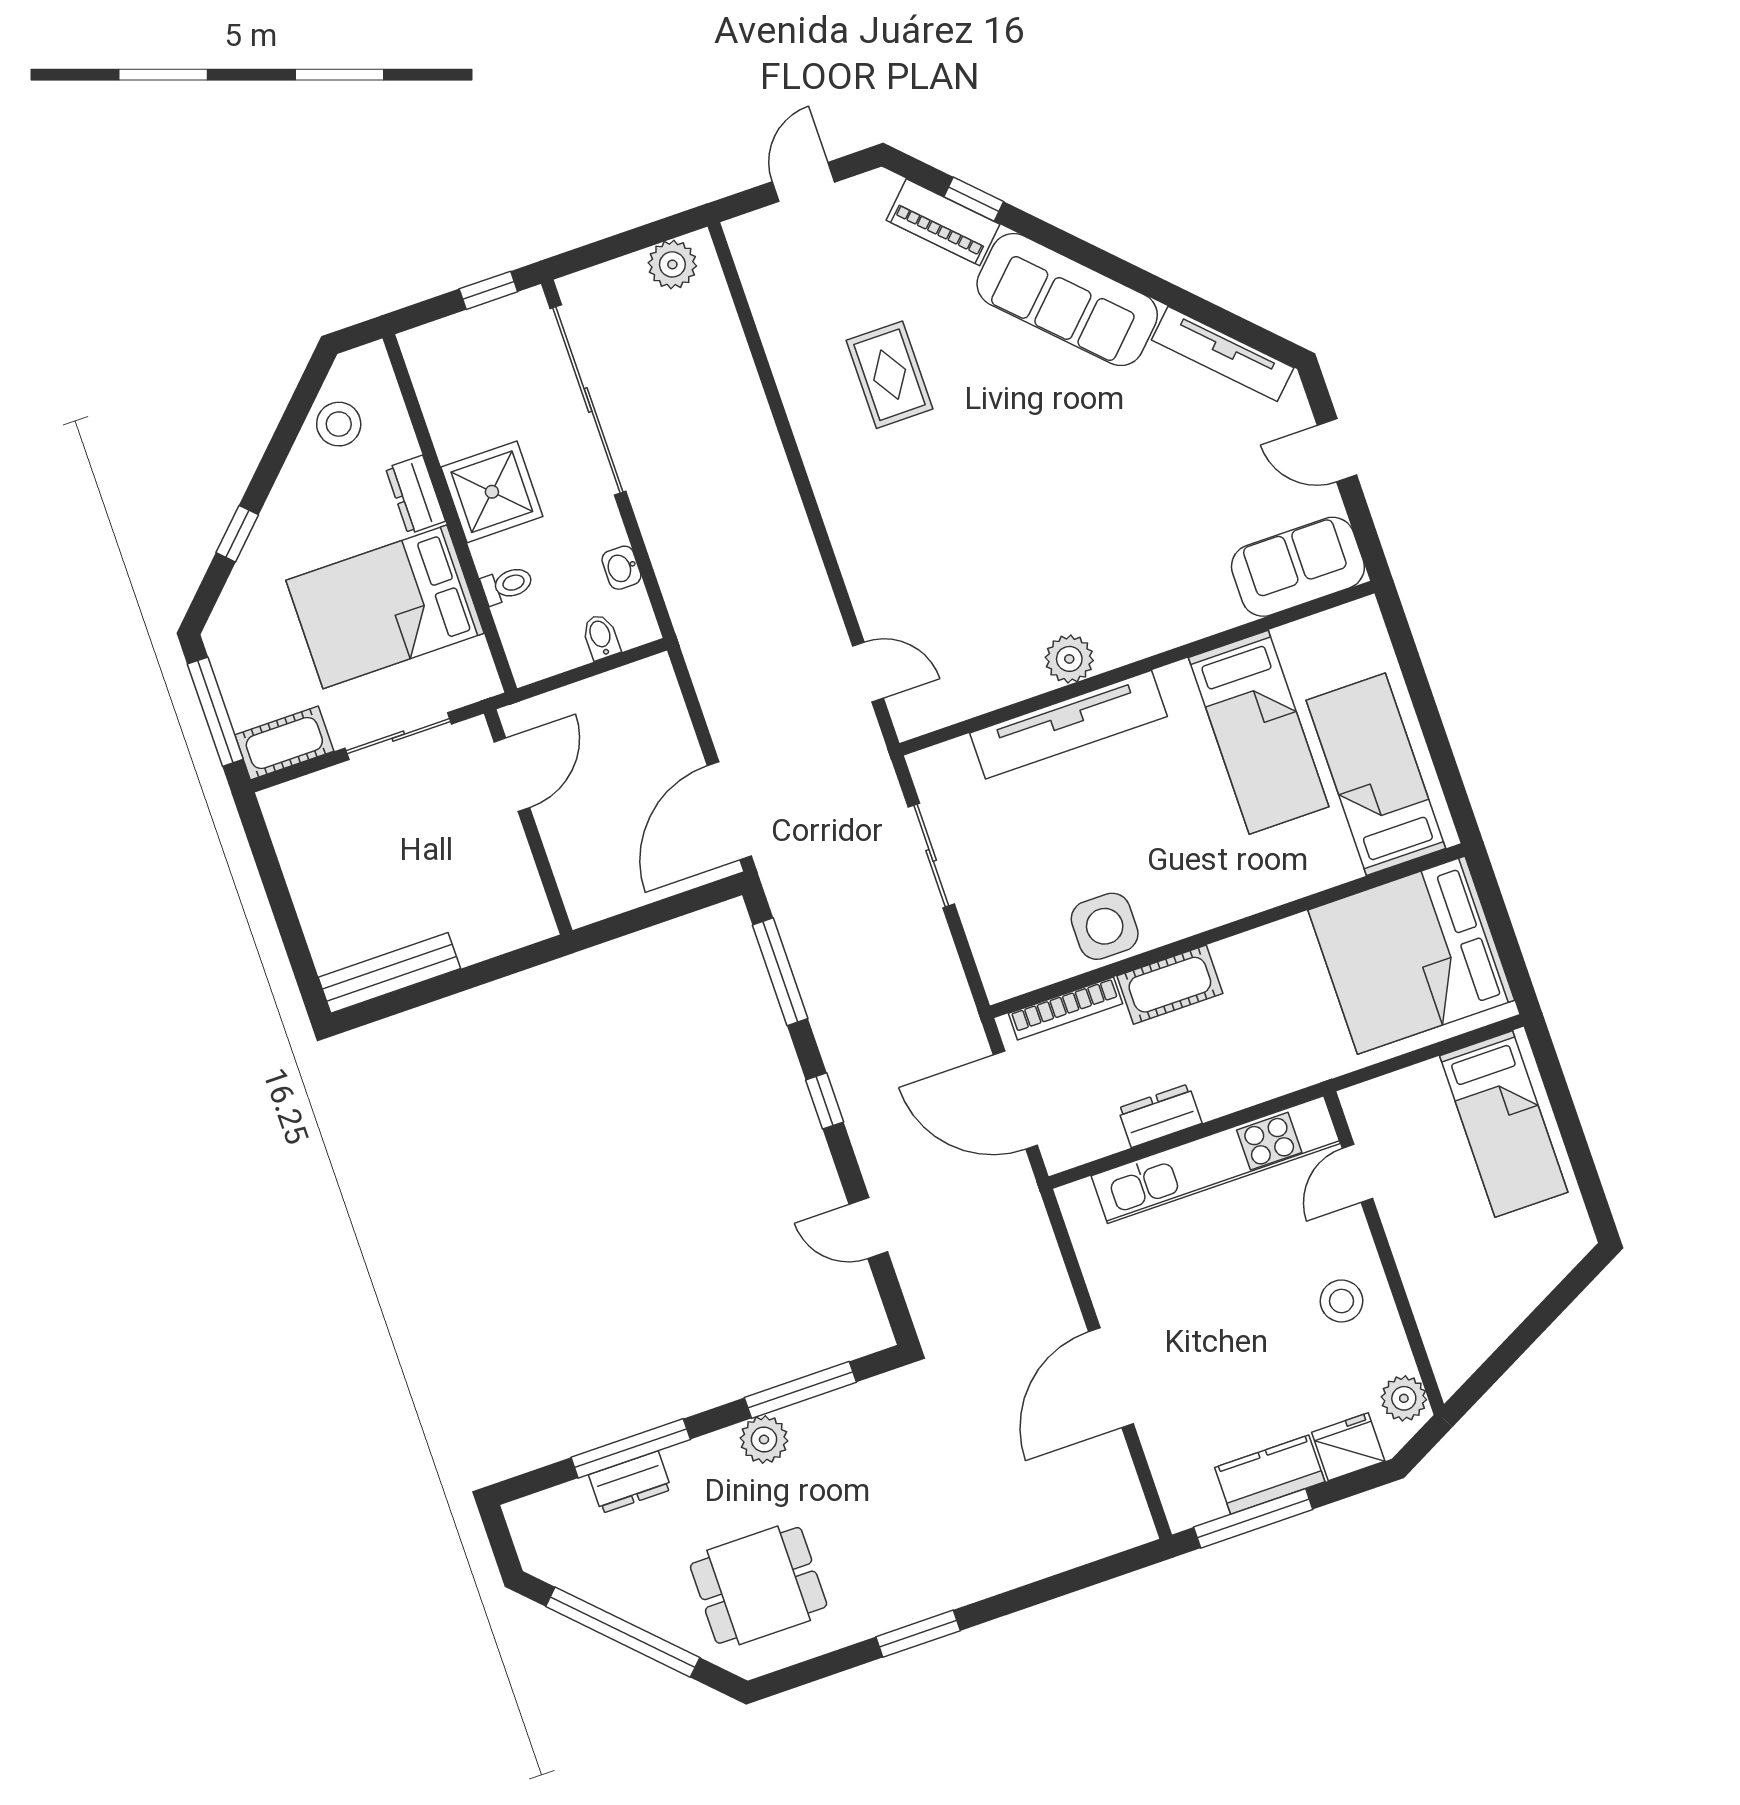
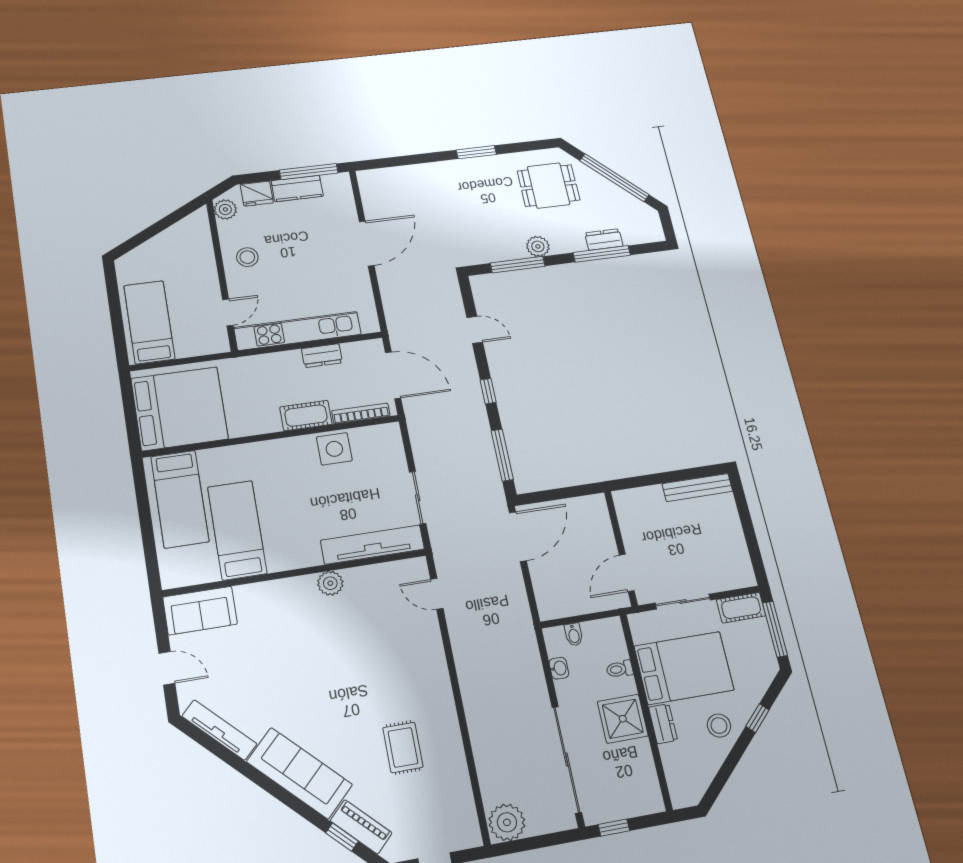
plant: (672, 264) -> (507, 822), width x1.36, depth x1.36
stool: (339, 424) -> (719, 726), moved
tv unit: (1069, 725) -> (373, 545), moved

